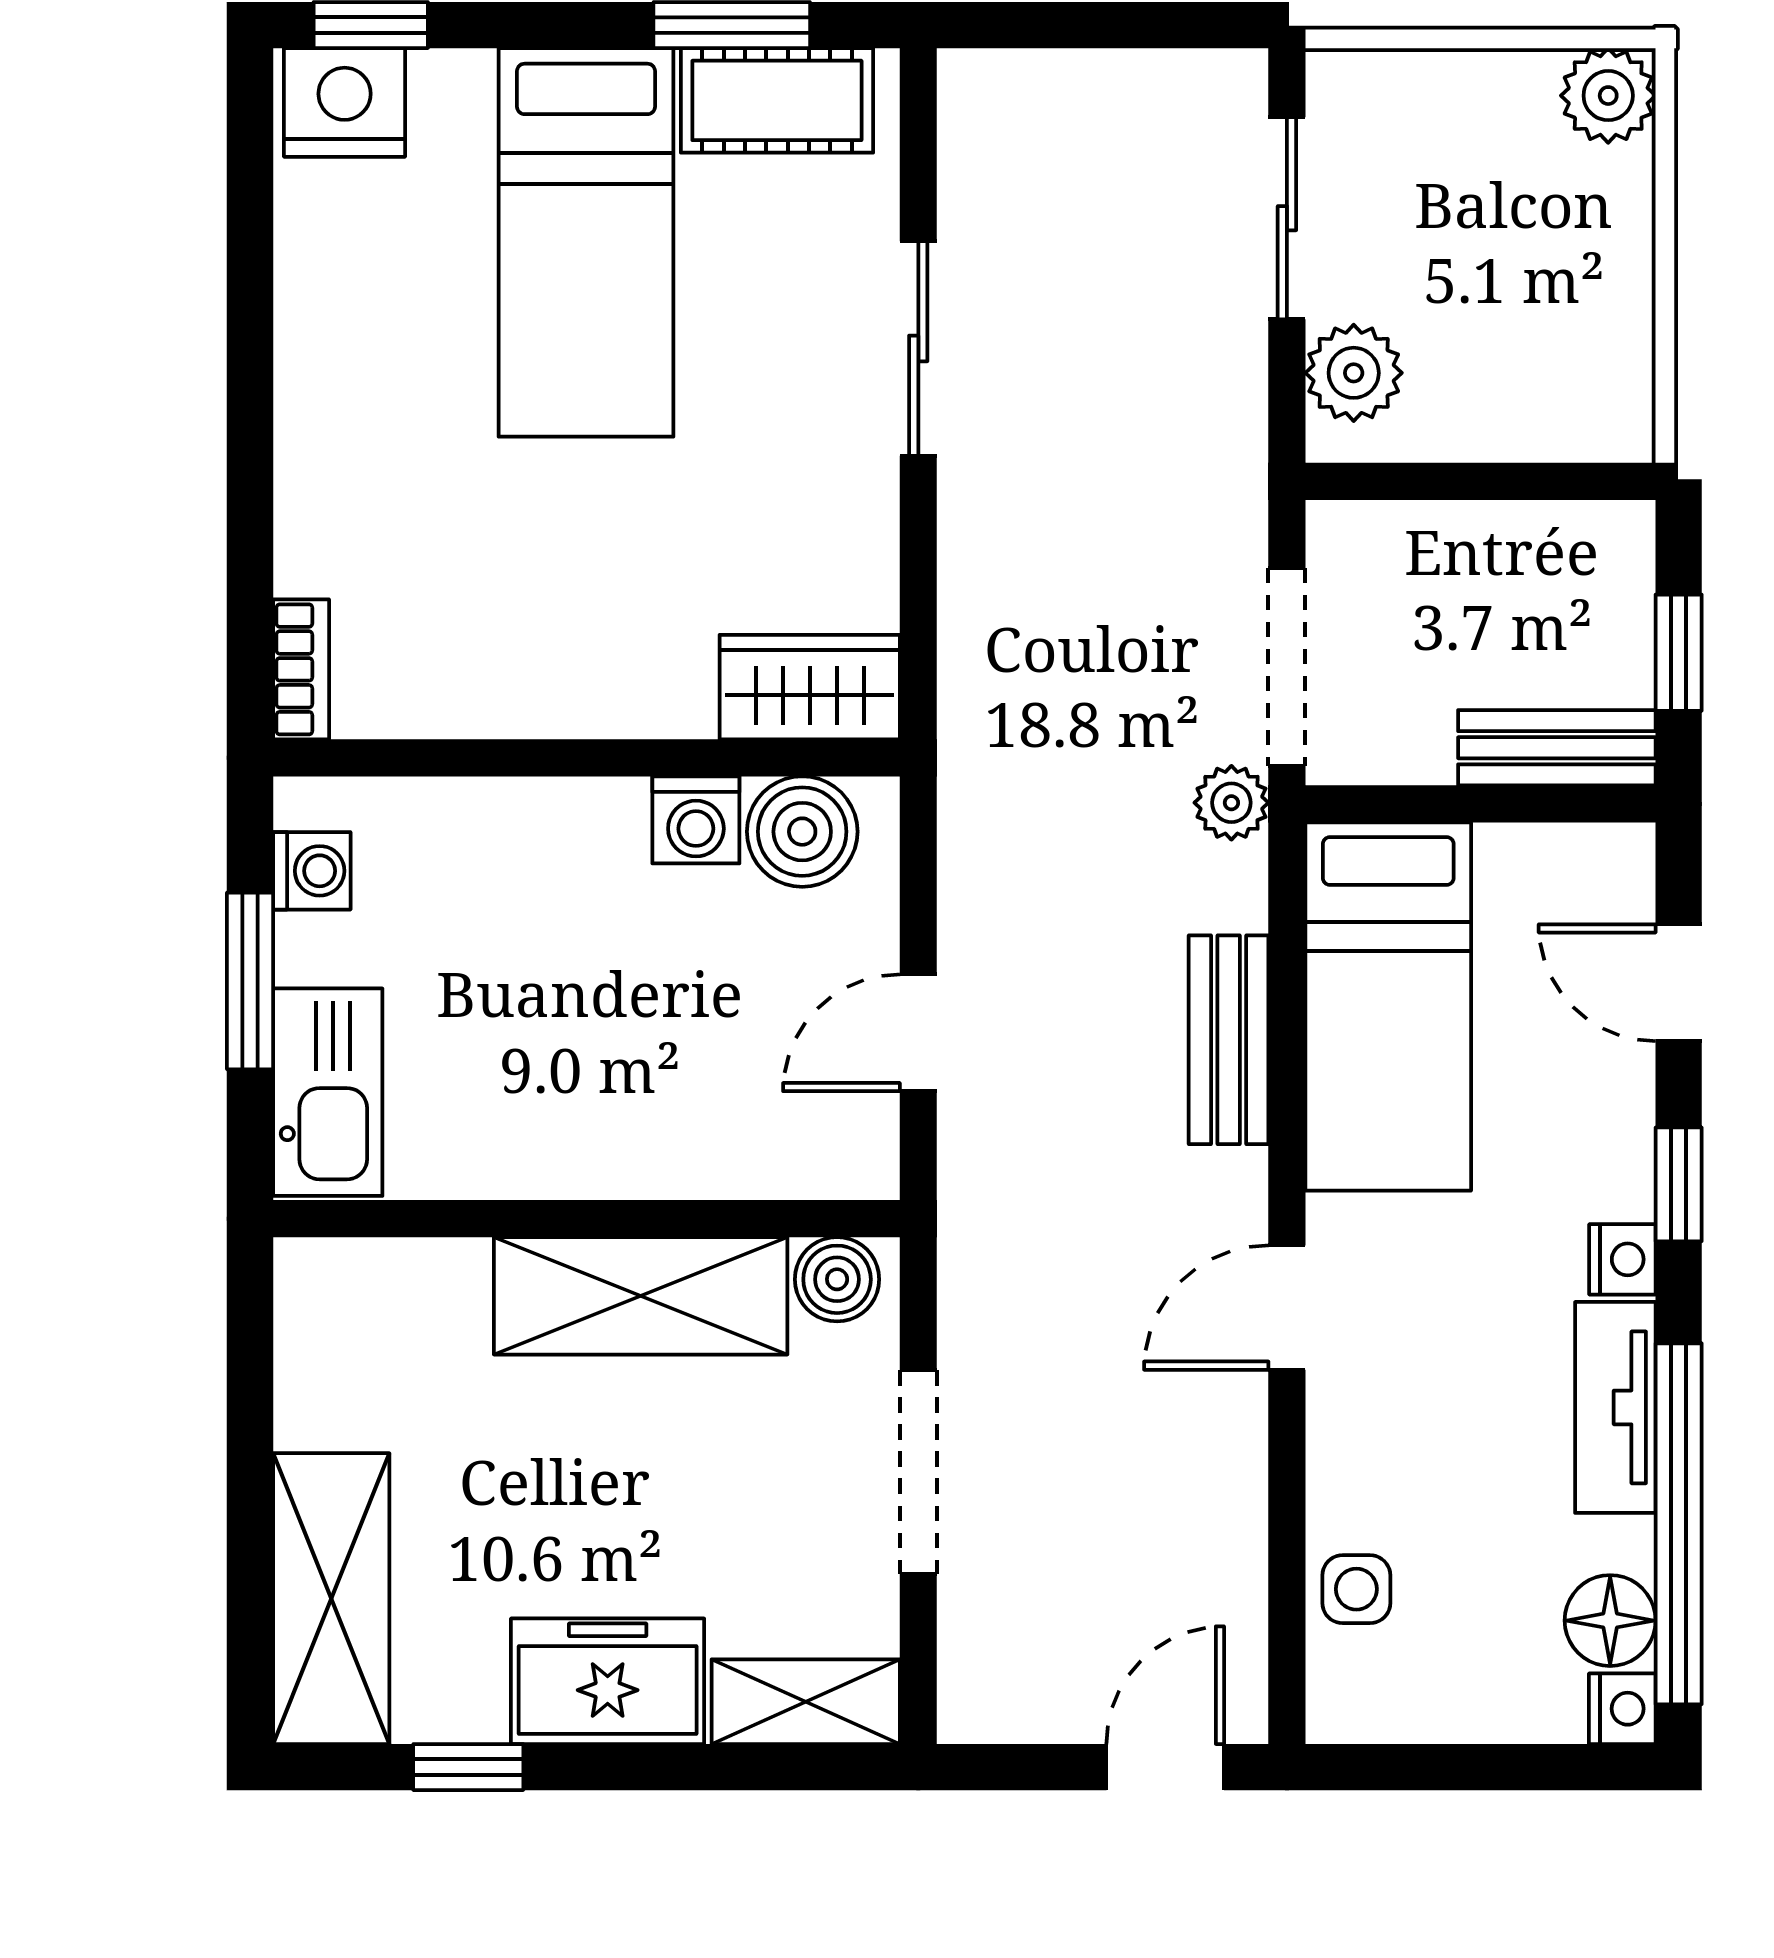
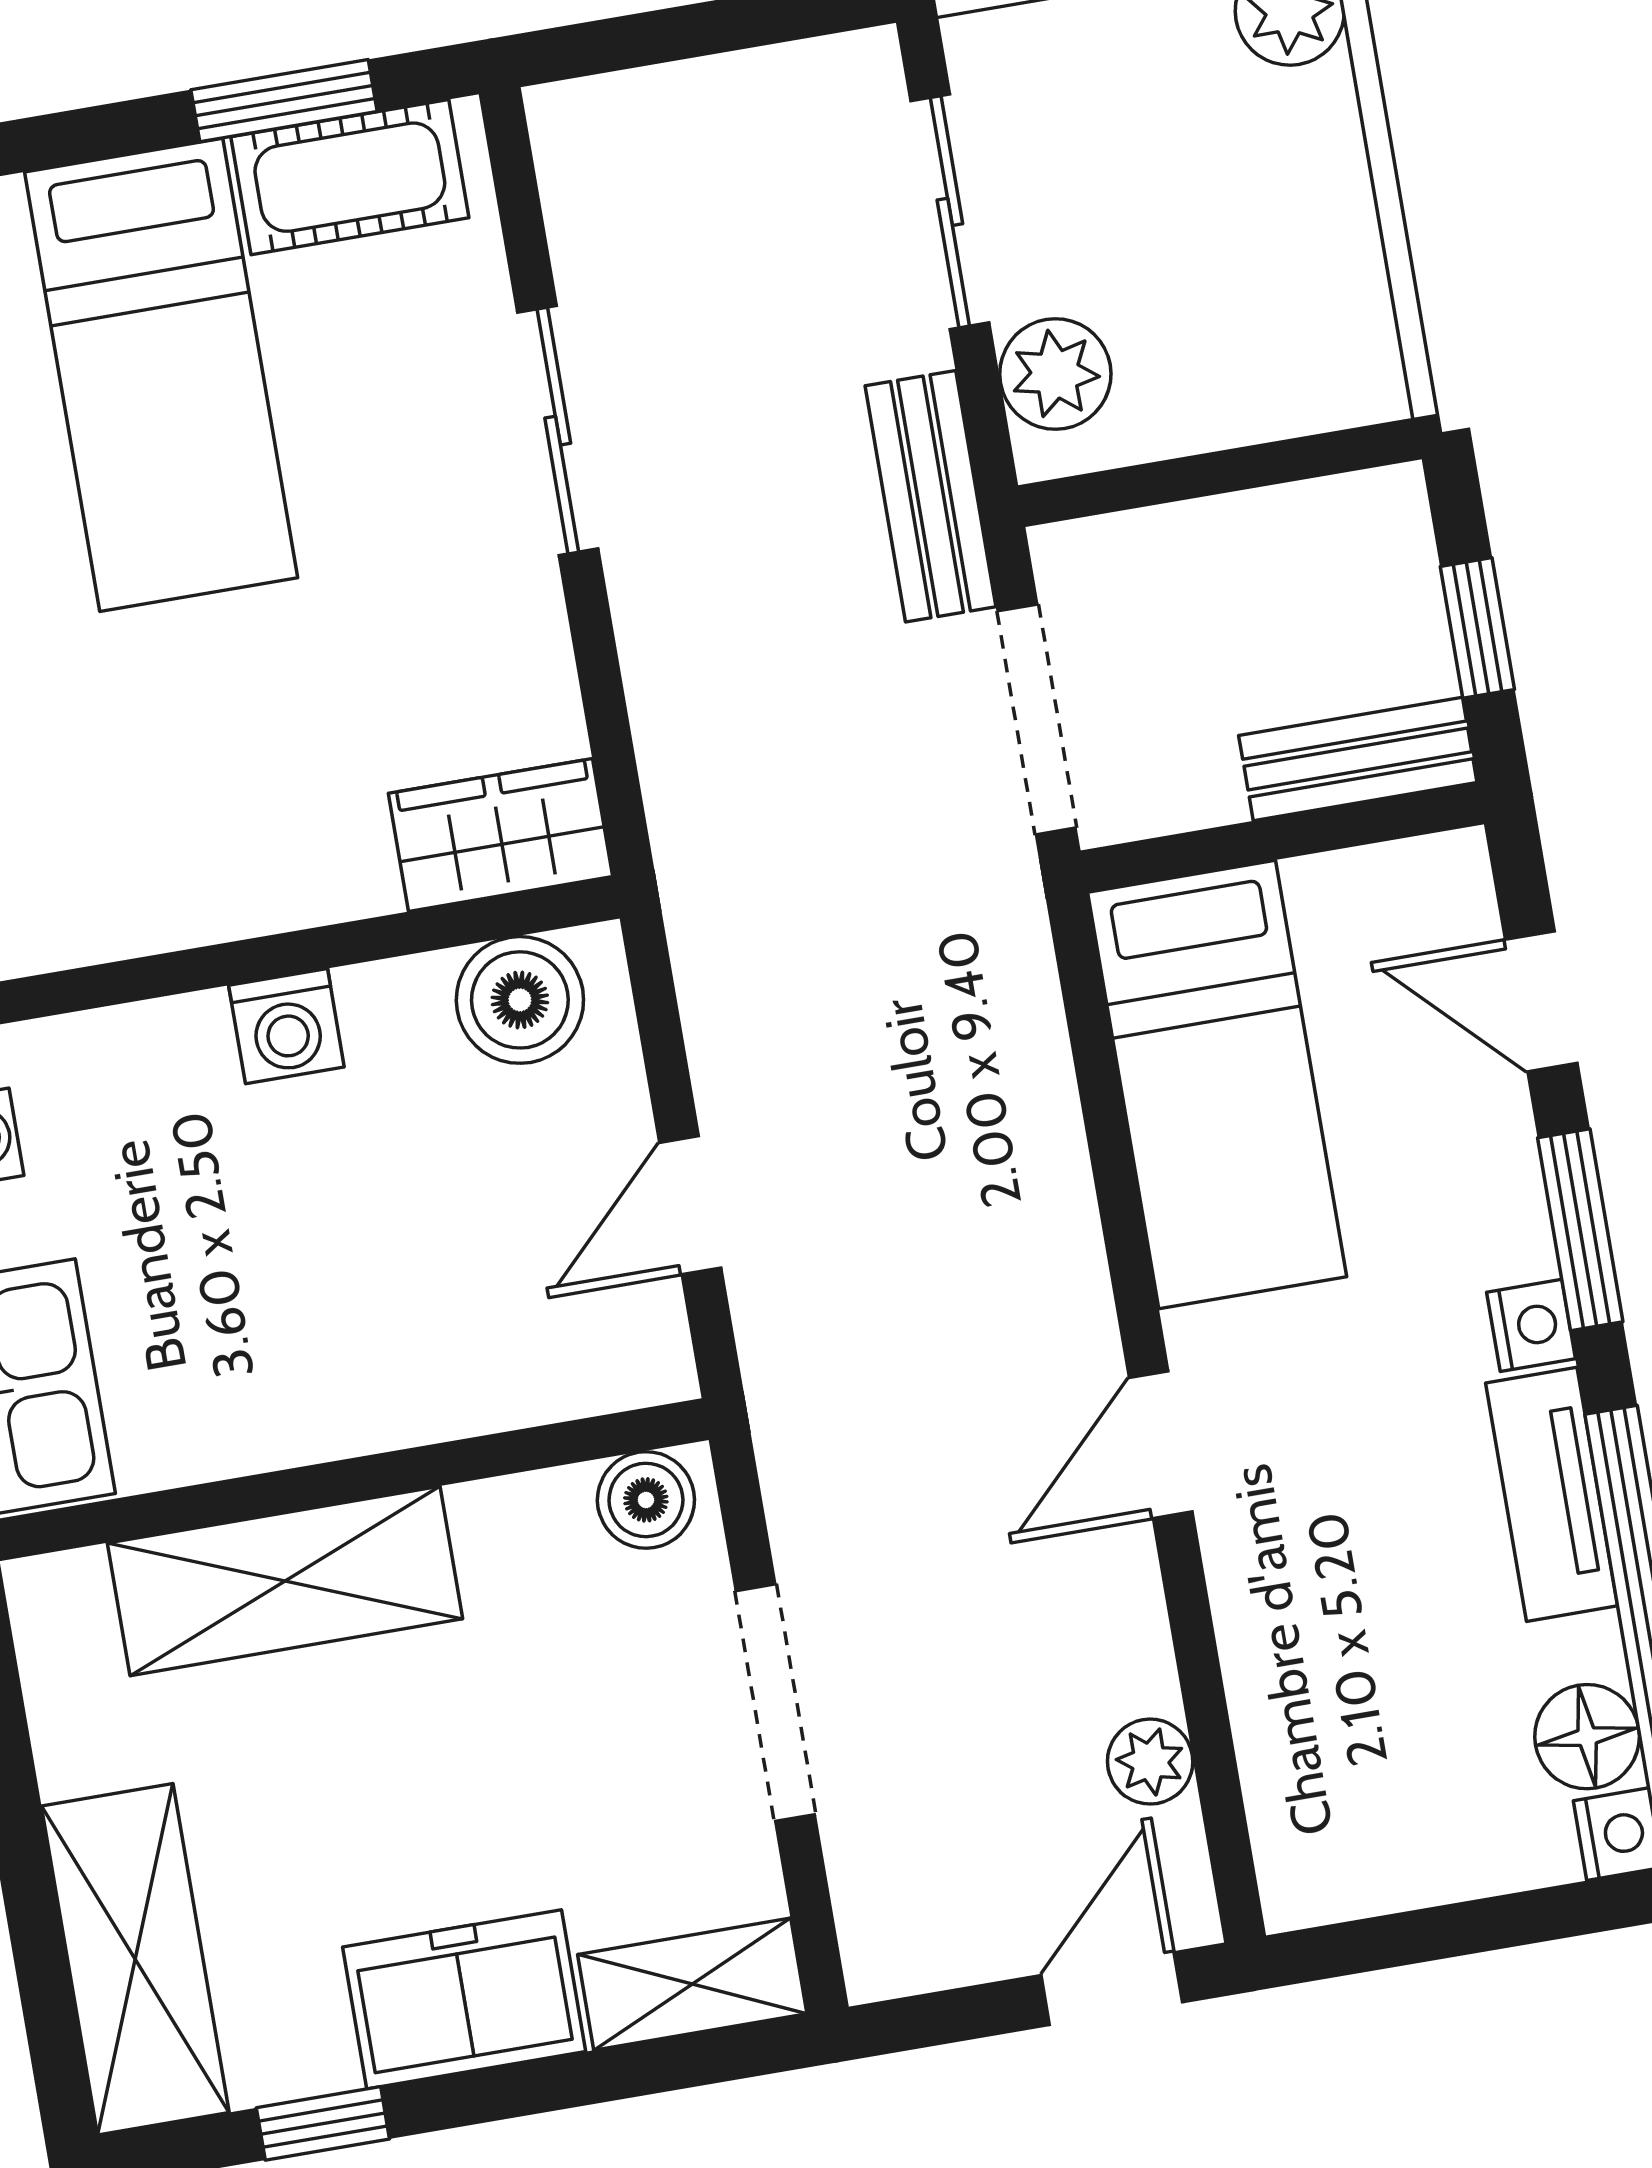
plant: (1231, 803) -> (1150, 1762), moved
washing machine: (696, 820) -> (286, 1026), moved
bench: (1229, 1040) -> (931, 496), moved
window: (1679, 1184) -> (1580, 1230), width x1.50
shelving: (641, 1296) -> (285, 1581), moved
side table: (1356, 1589) -> (1294, 1750), removed

